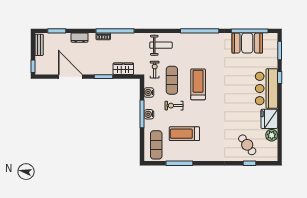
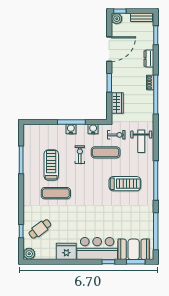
booth: (247, 43) -> (134, 249), moved, turned 90
plant: (40, 69) -> (117, 19), added
treadmill: (198, 84) -> (125, 184), moved
plant: (272, 135) -> (29, 254), moved
exercise mat: (156, 145) -> (56, 193), moved

